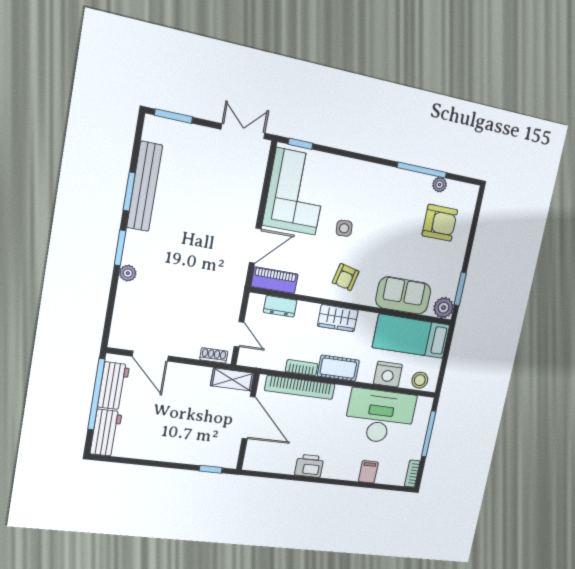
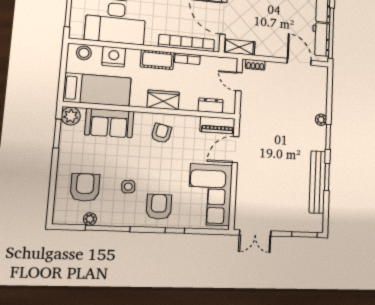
window: (300, 144) -> (175, 230), moved
armchair: (361, 186) -> (159, 207), added
armchair: (440, 223) -> (85, 187), turned 90
side table: (344, 228) -> (128, 187), moved

